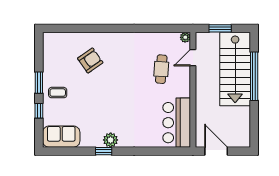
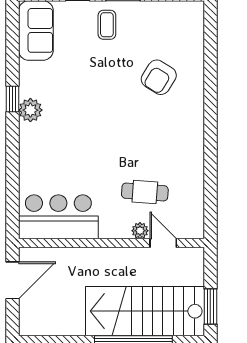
window: (220, 28) -> (210, 306), moved
plant: (185, 37) -> (140, 231), moved
armchair: (90, 60) -> (159, 77), turned 67

